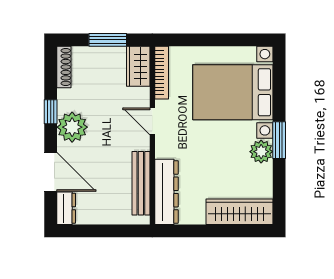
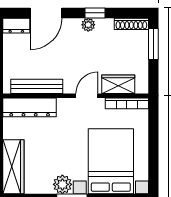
window: (108, 40) -> (153, 44), moved
wardrobe: (138, 66) -> (118, 84), moved
plant: (72, 127) -> (88, 25), width x0.53, depth x0.53

